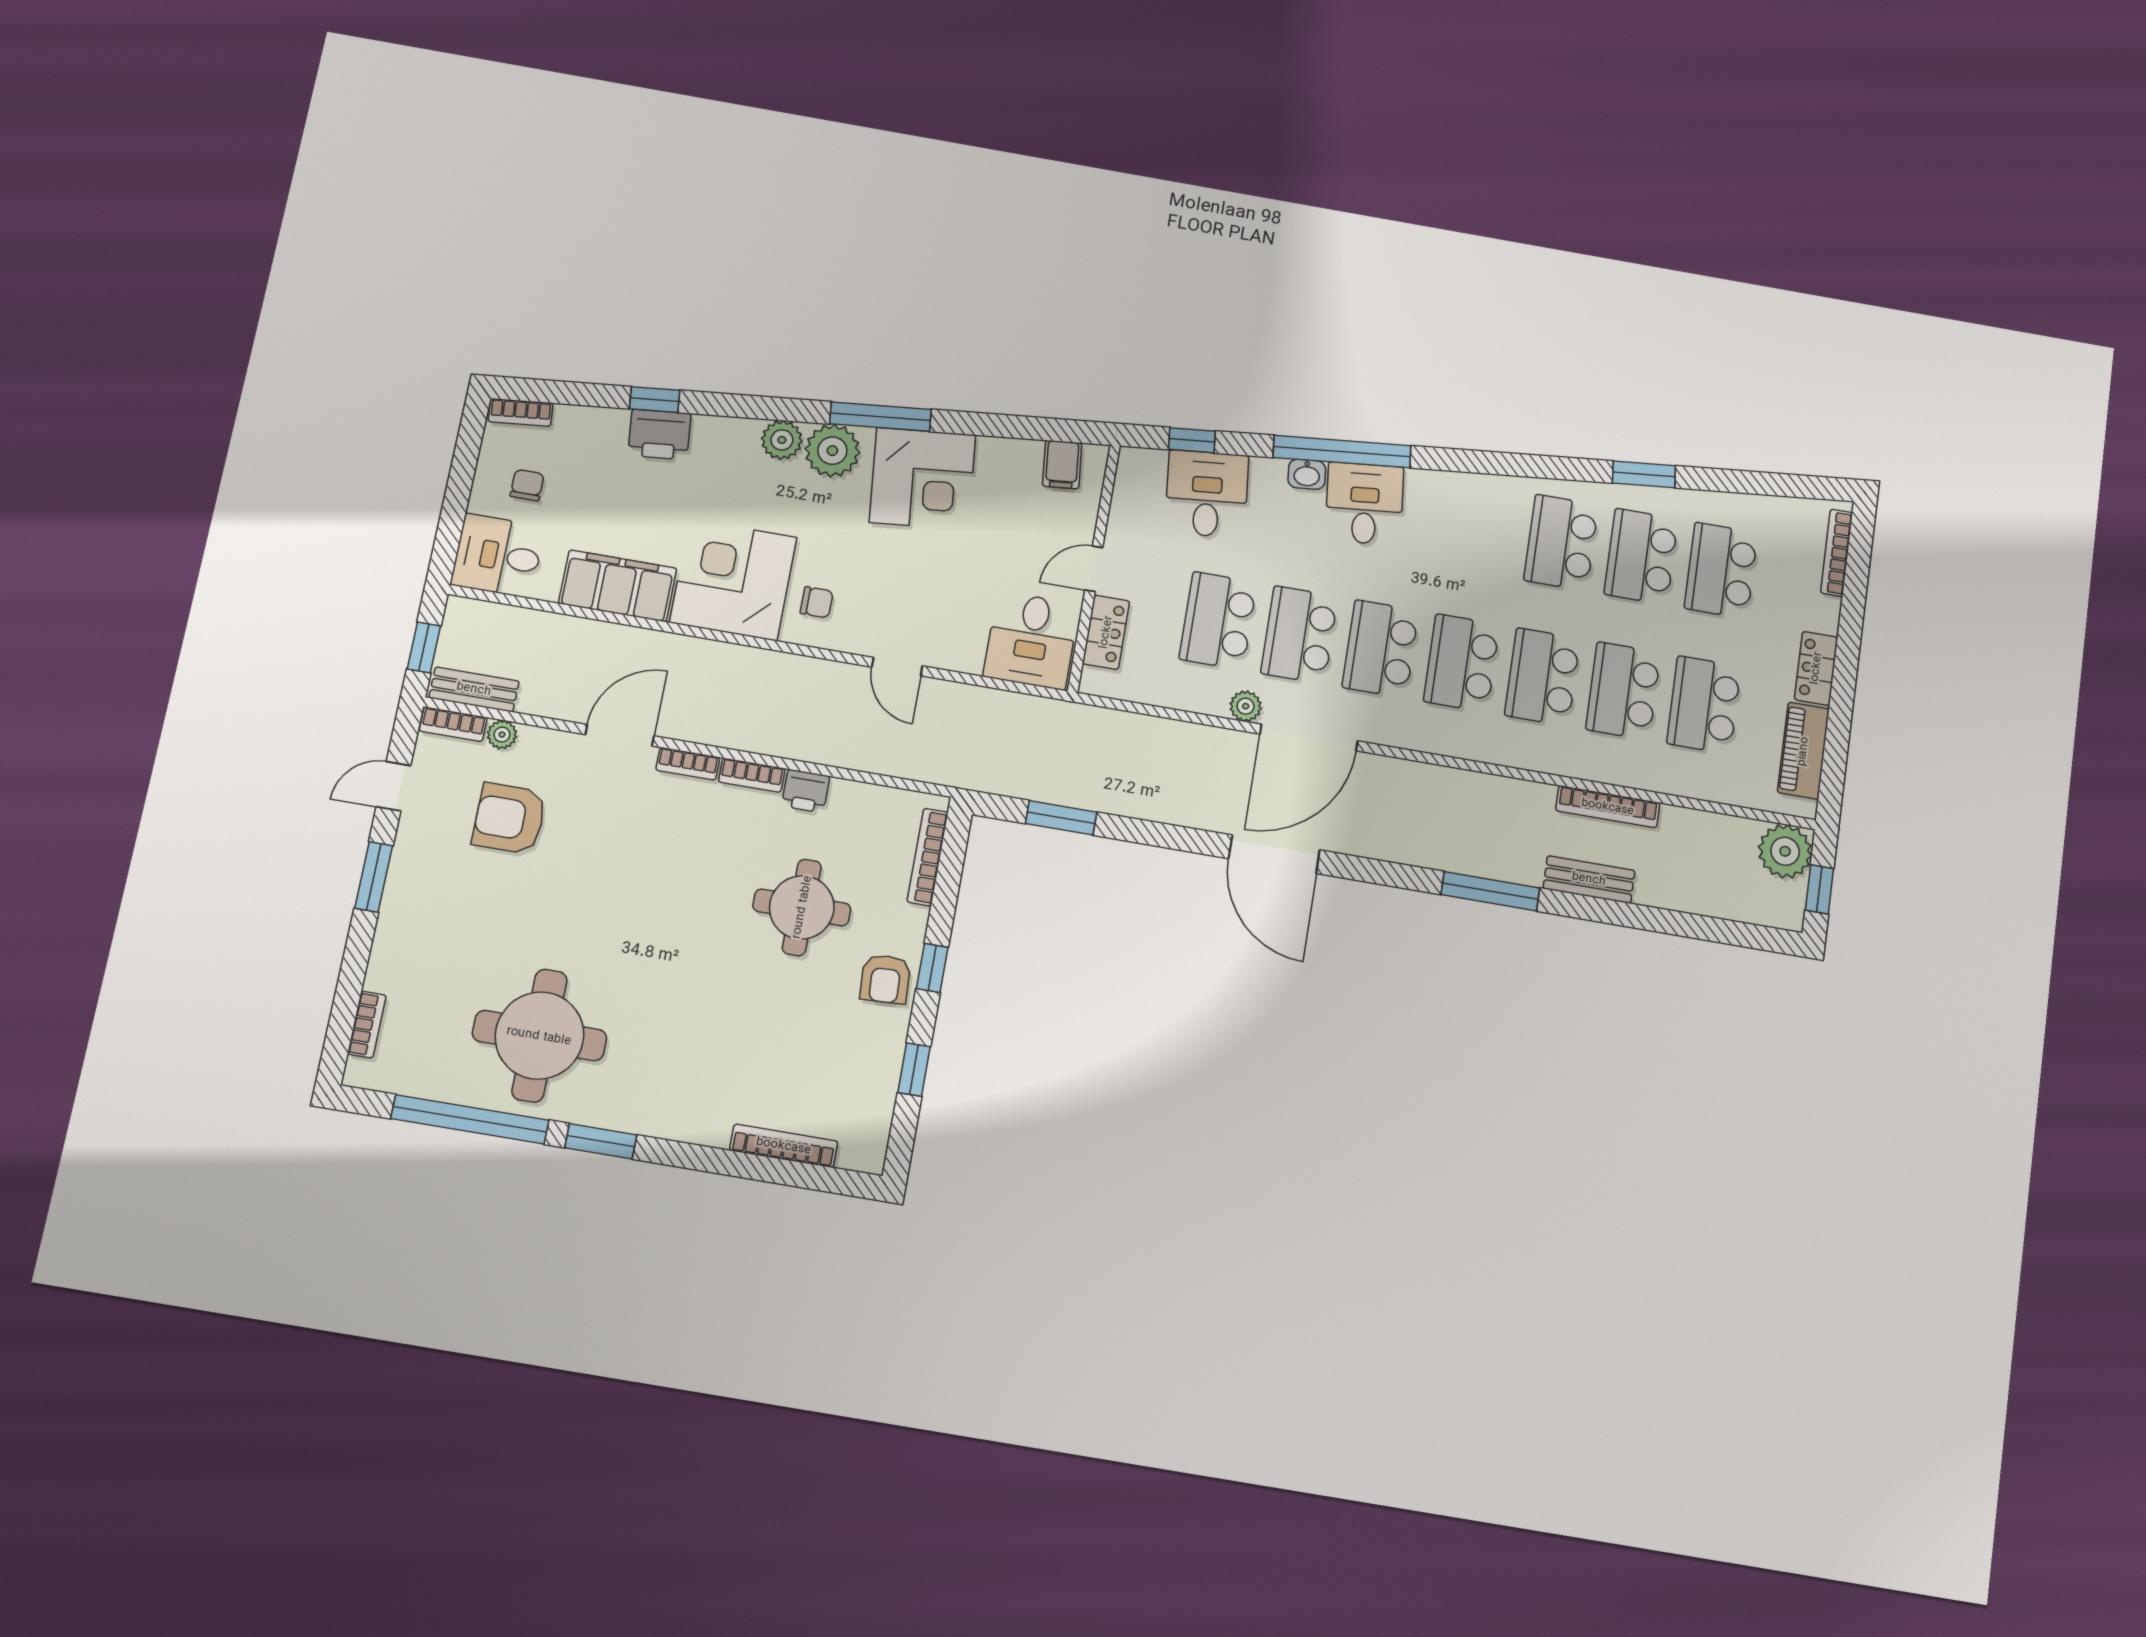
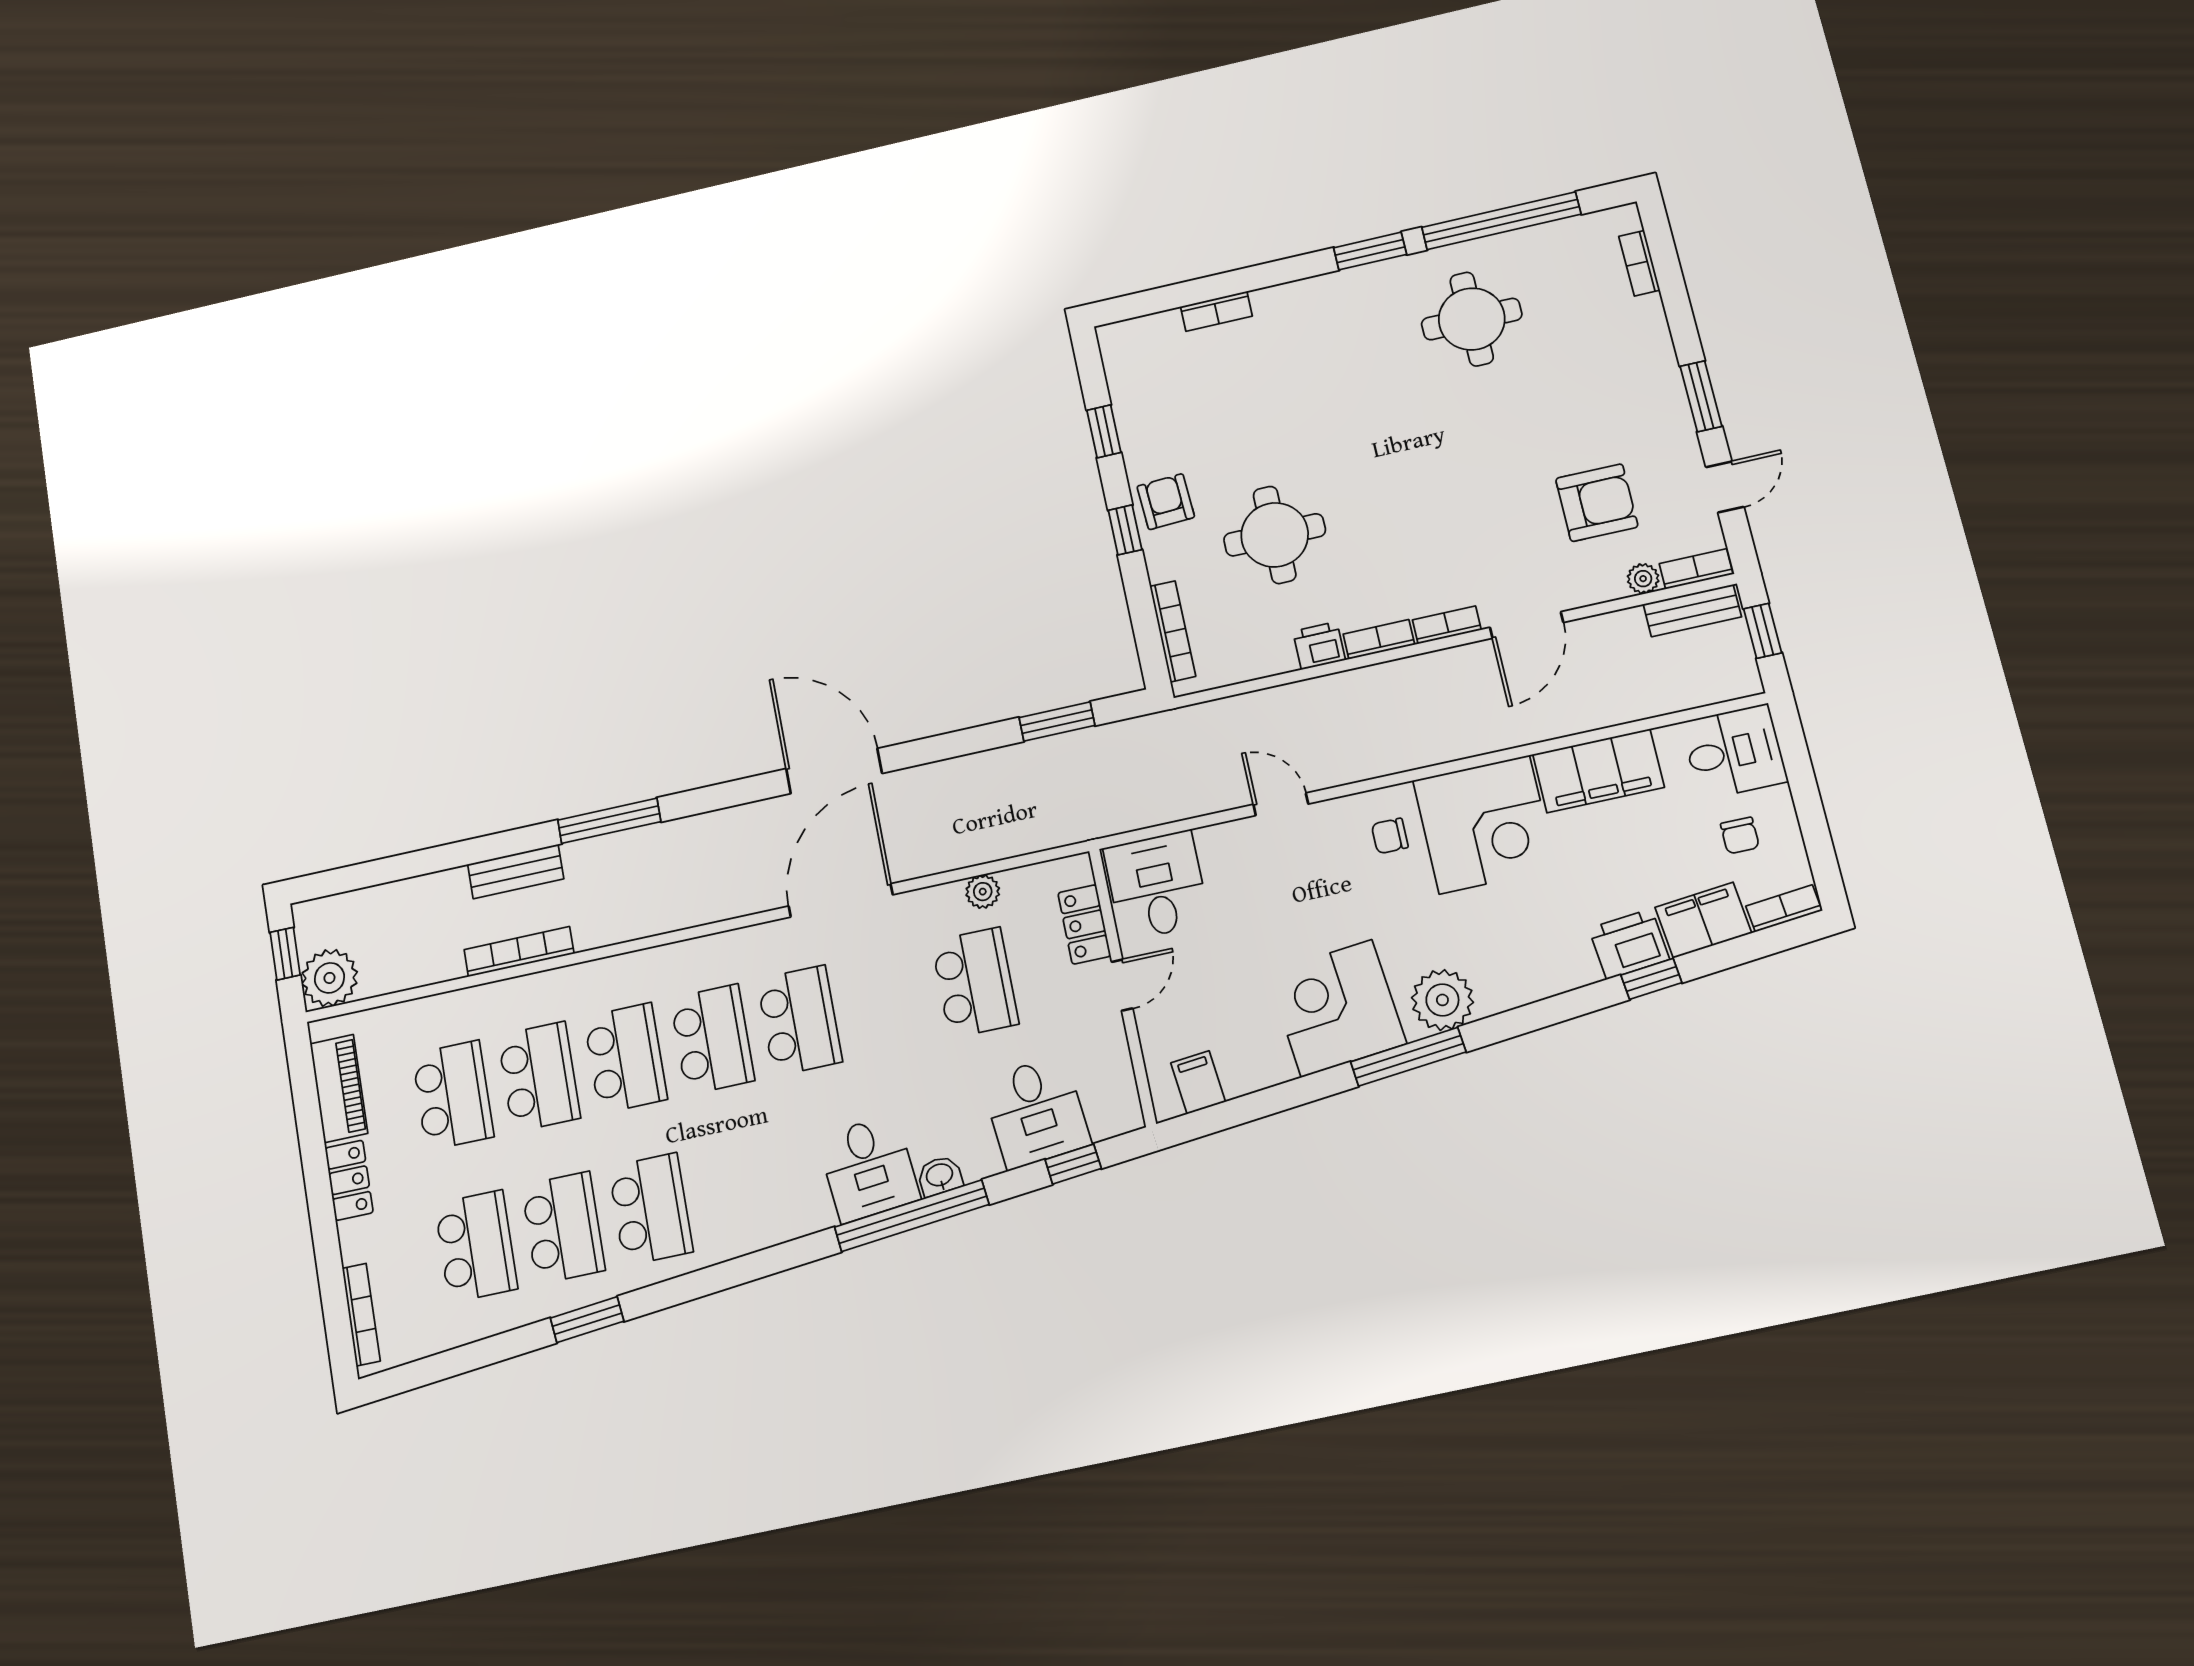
filing cabinet: (590, 429) -> (1703, 920), added
plant: (782, 440) -> (1500, 990), removed
school desk: (1299, 635) -> (887, 1002), removed
plant: (1246, 706) -> (983, 892), moved
round table: (539, 1036) -> (1472, 319), width x0.73, depth x0.73
bookcase: (784, 1146) -> (1216, 311), width x0.64

